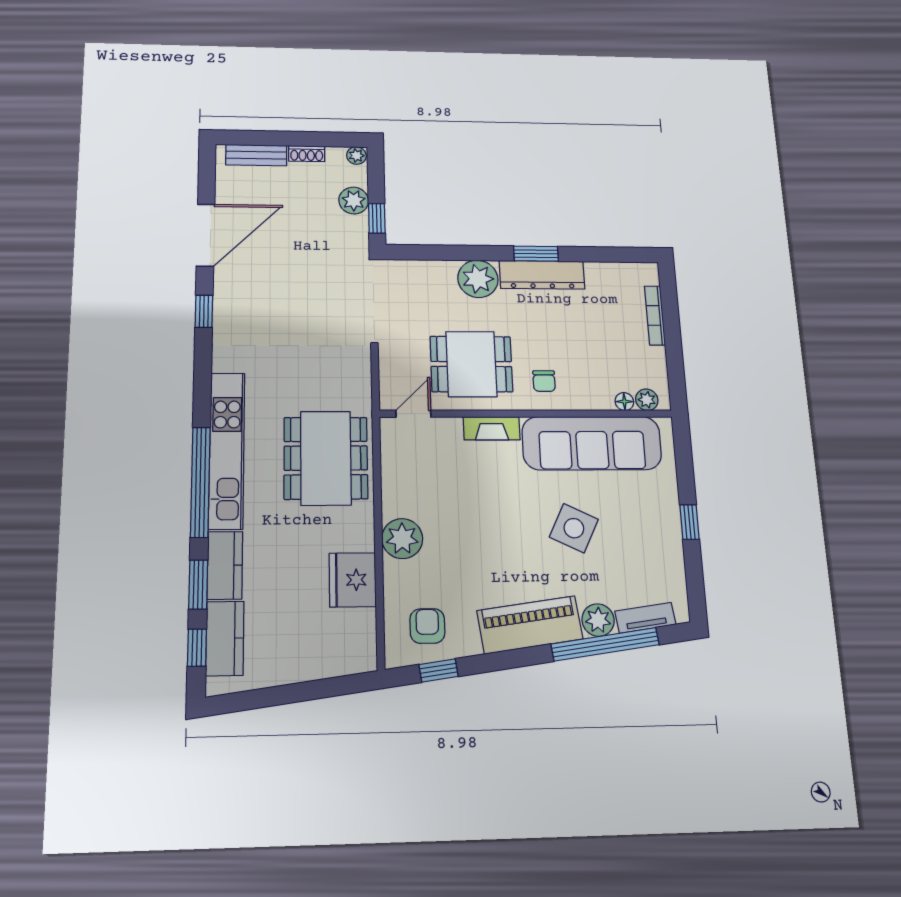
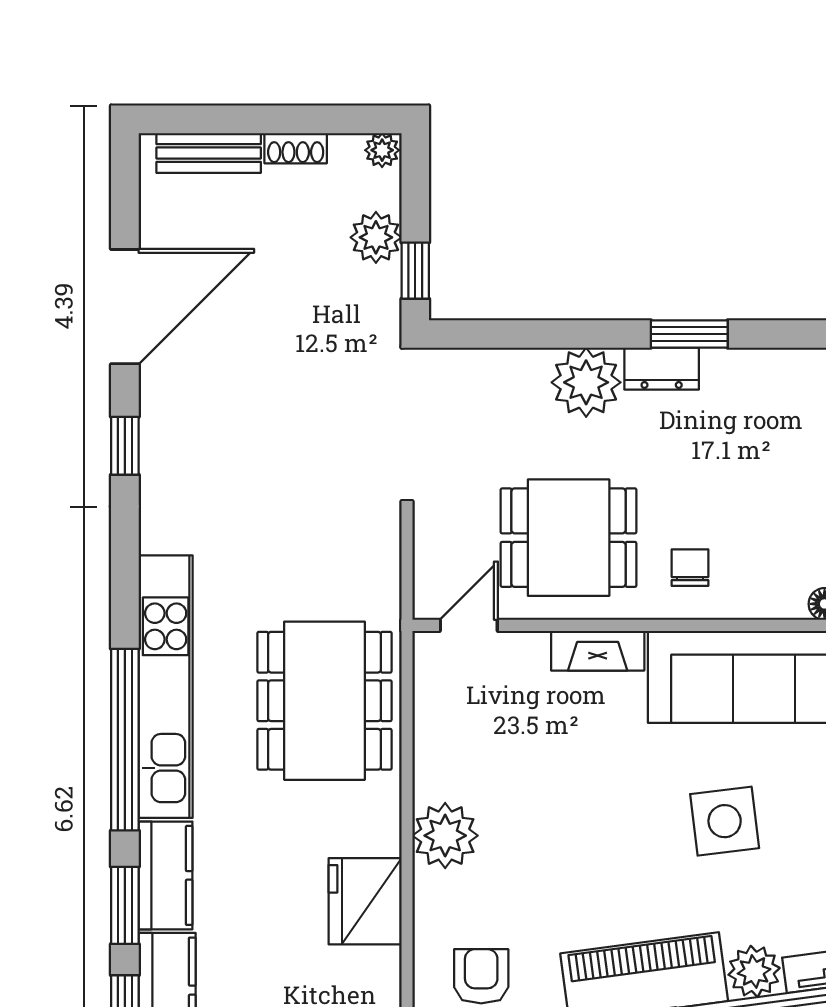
dresser: (542, 275) -> (662, 369), width x0.51, depth x0.80
chair: (544, 381) -> (690, 568), turned 180
side table: (574, 528) -> (725, 821), turned -33

